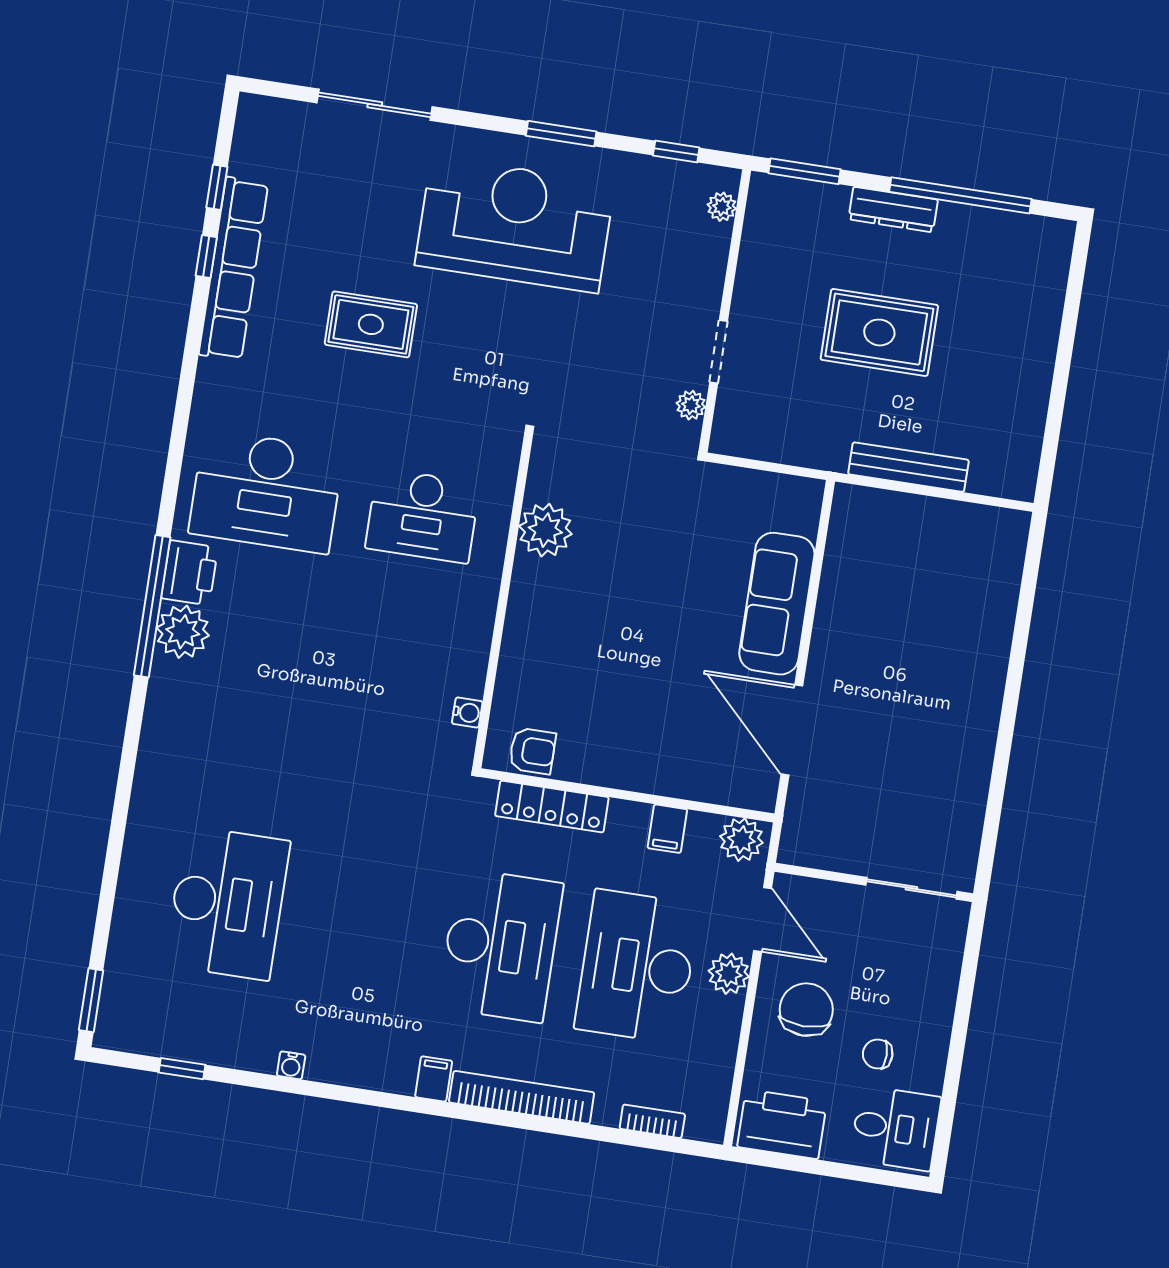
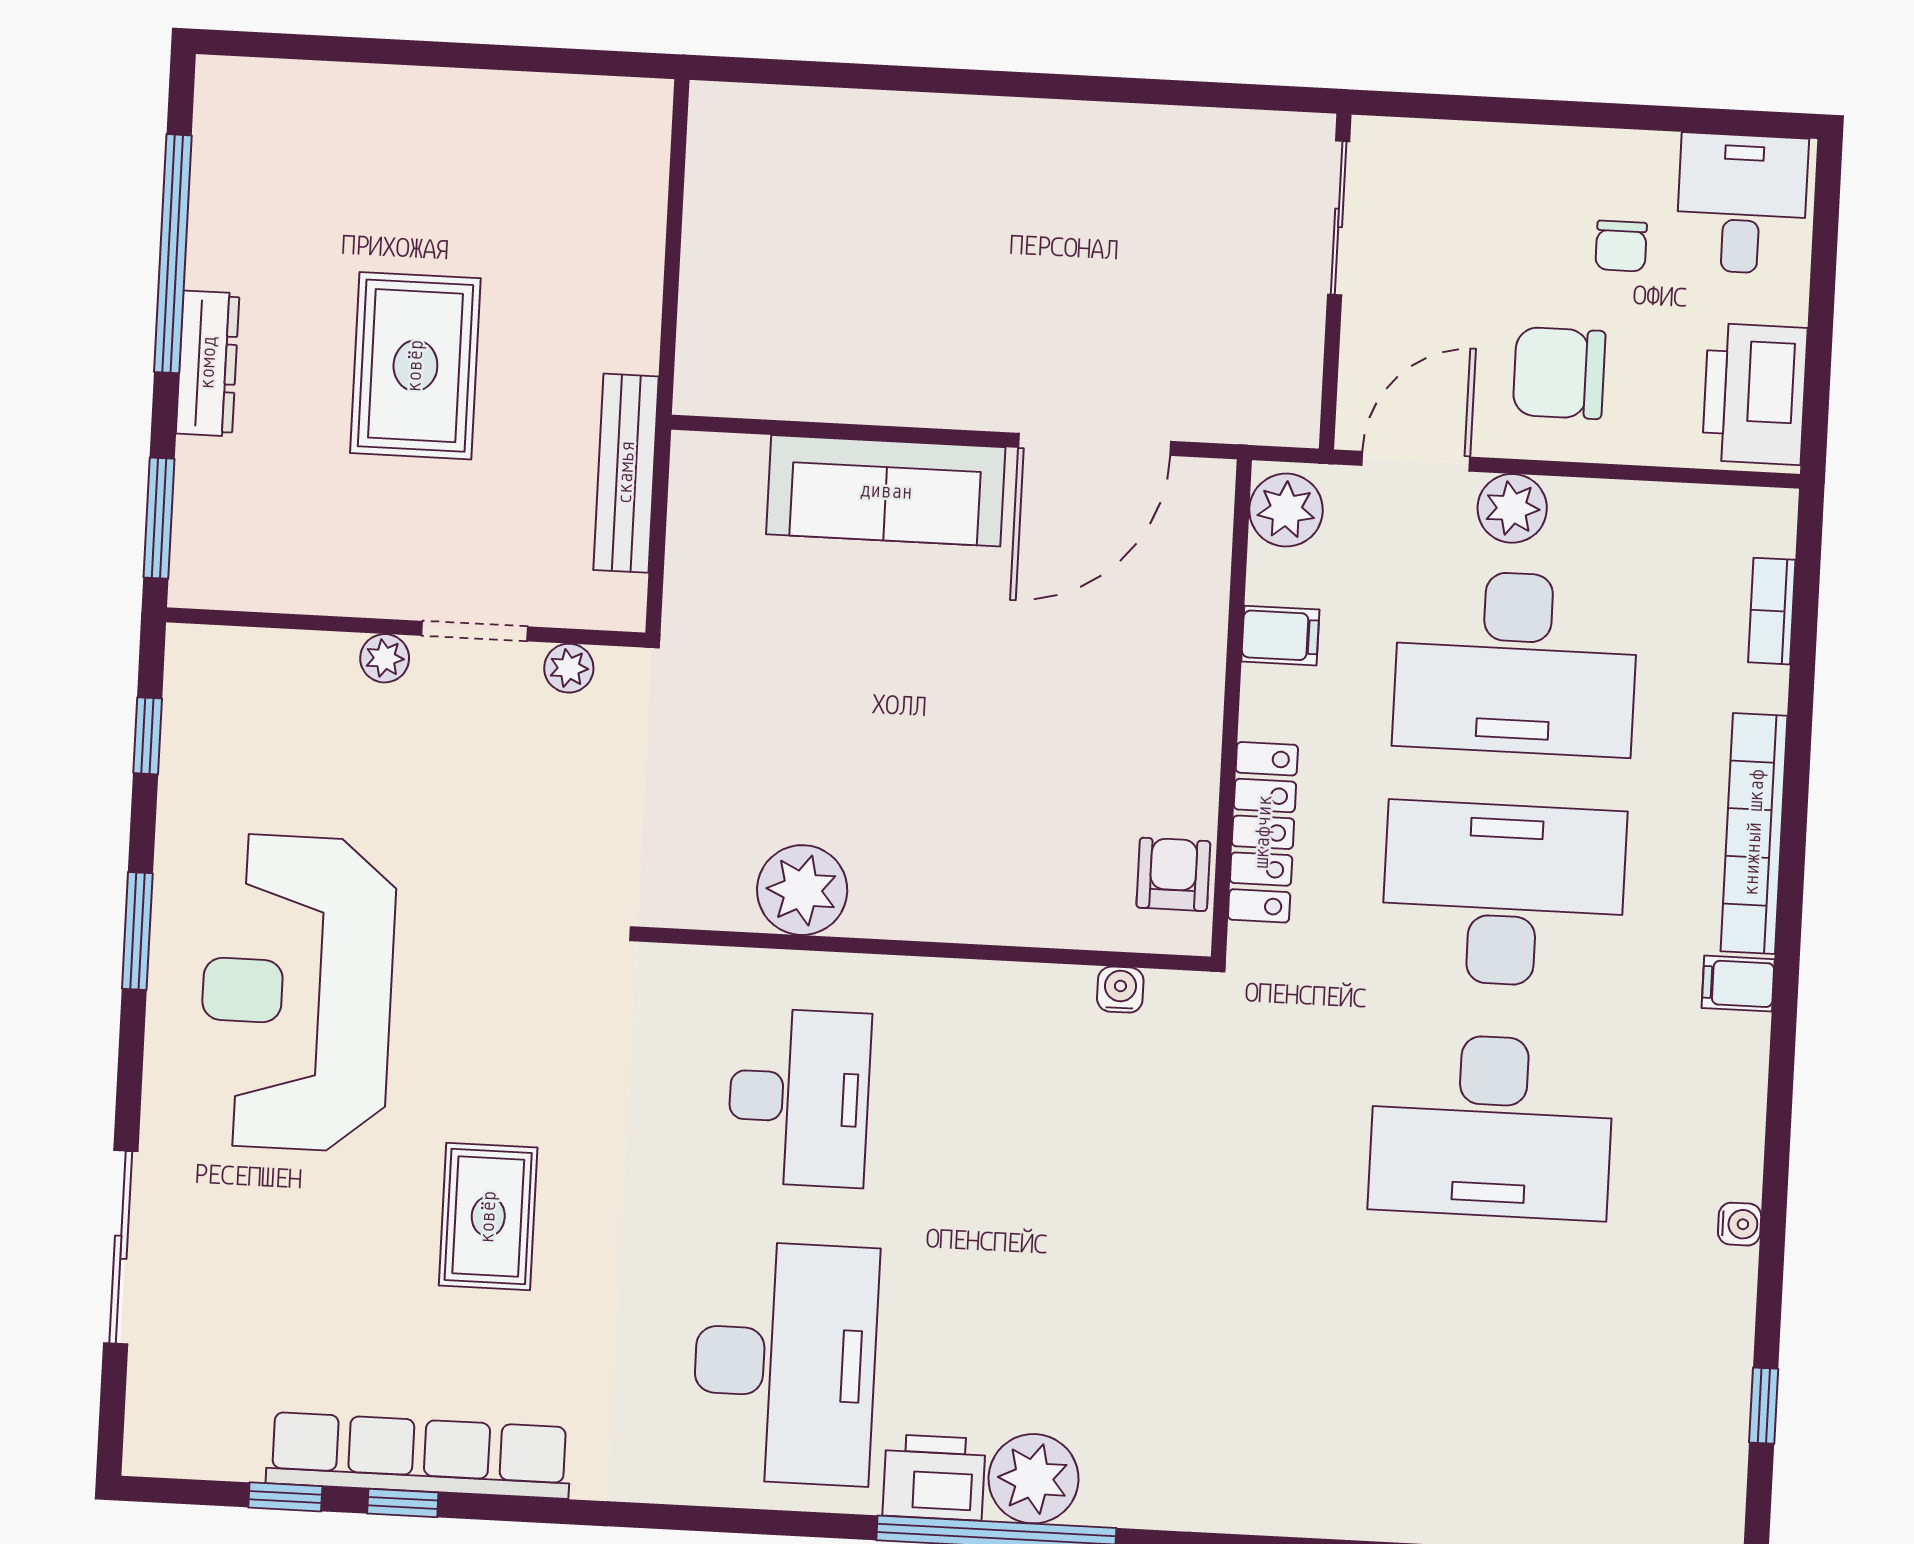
plant: (722, 207) -> (385, 658), moved
bench: (908, 467) -> (626, 473), moved
desk: (227, 903) -> (1491, 1126), moved, turned 180

